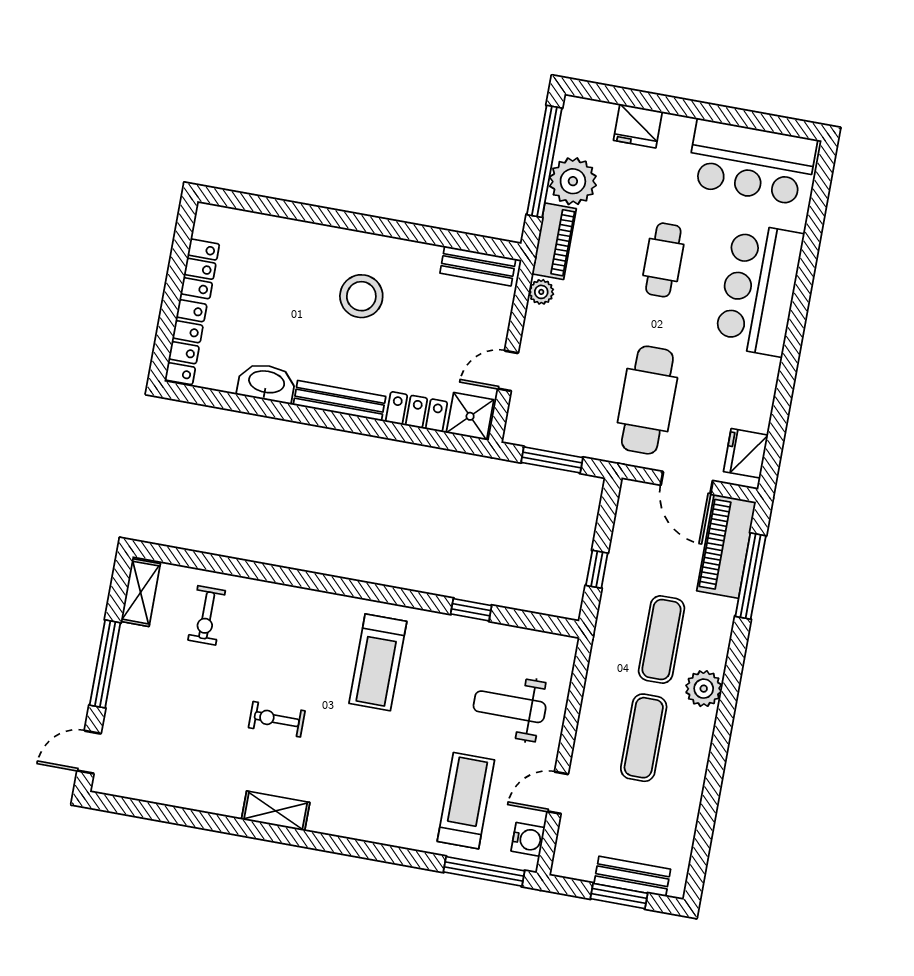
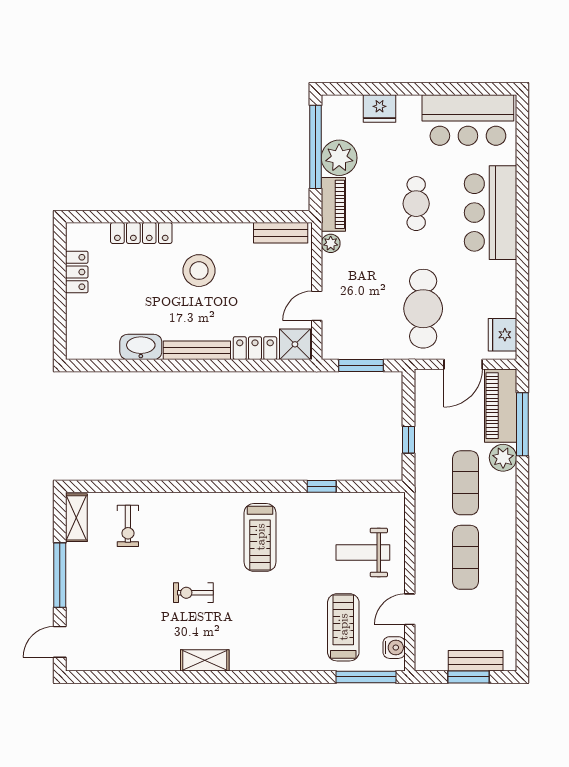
locker: (186, 342) -> (141, 233), moved, turned 90
door: (687, 483) -> (463, 364), hinge flipped
plant: (704, 689) -> (503, 458), moved

